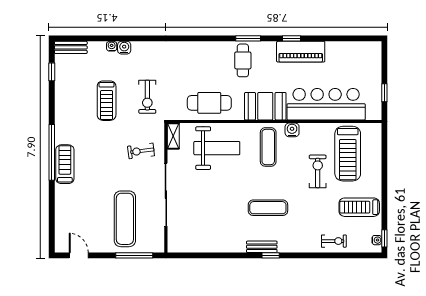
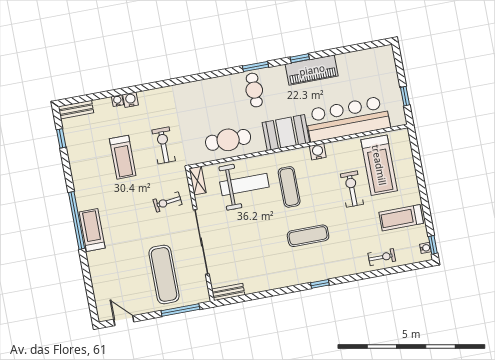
exercise bike: (147, 97) -> (164, 145), turned 180
exercise mat: (268, 147) -> (289, 187), moved
bench: (262, 247) -> (228, 292), moved

